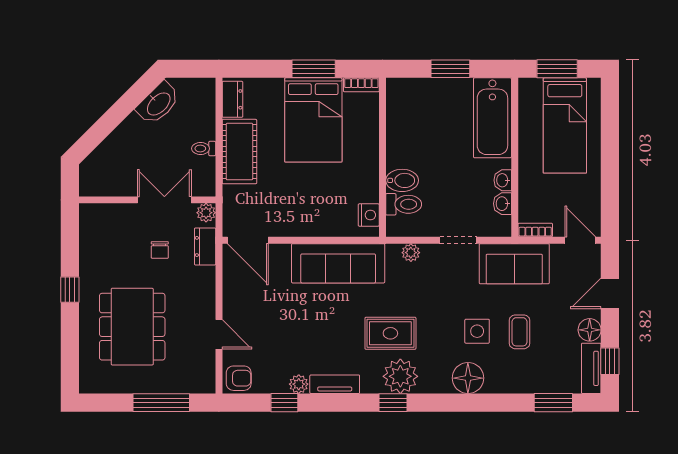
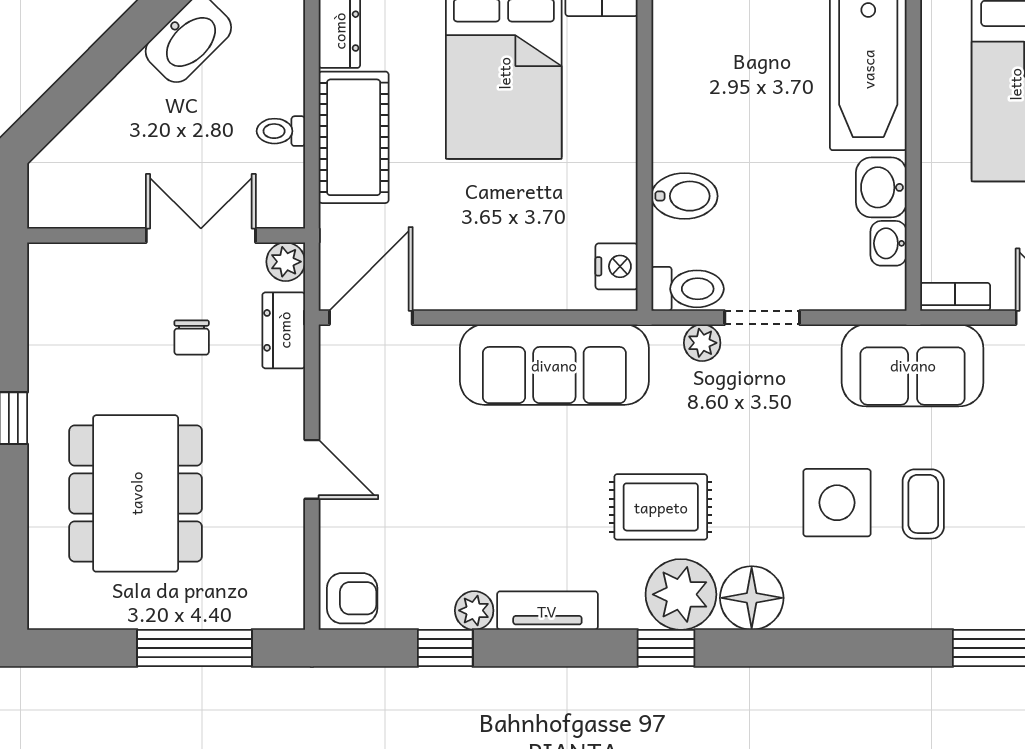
washbasin: (503, 180) -> (881, 187), width x1.38, depth x1.45
toilet: (404, 204) -> (688, 289), moved
door: (248, 240) -> (371, 318), swing flipped
doorway: (458, 240) -> (762, 318), moved
side table: (477, 331) -> (837, 503), width x1.37, depth x1.37
door: (219, 334) -> (312, 469), moved
floor lamp: (468, 378) -> (752, 598), moved

